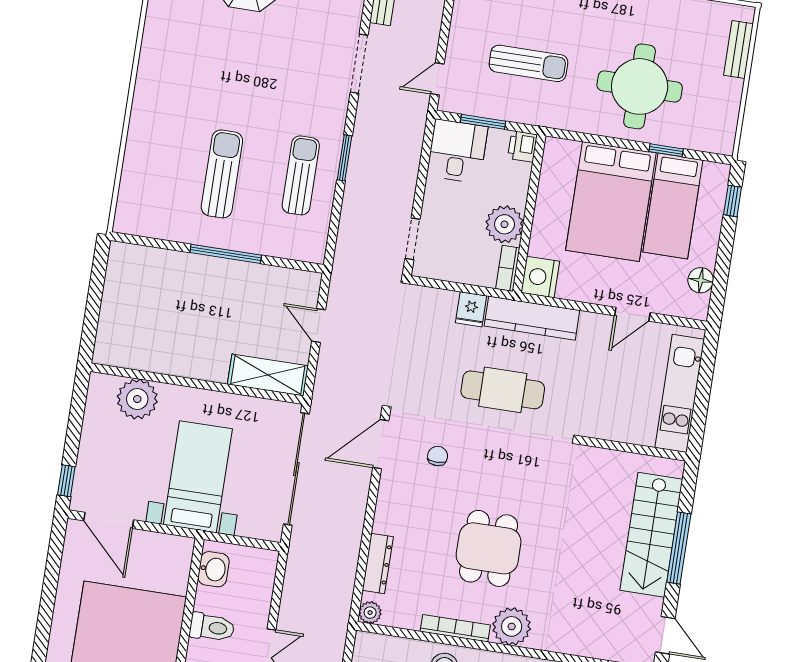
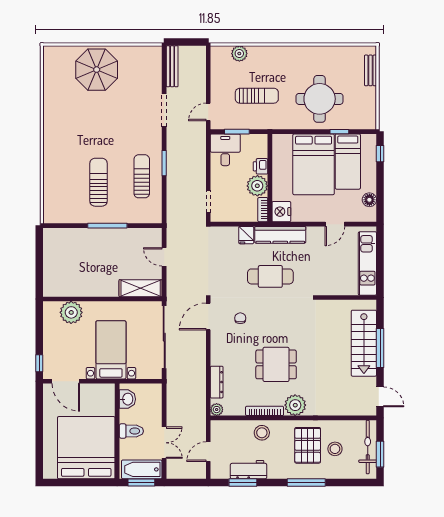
printer: (522, 146) -> (261, 166), moved
dining table: (489, 548) -> (276, 364), turned 90

